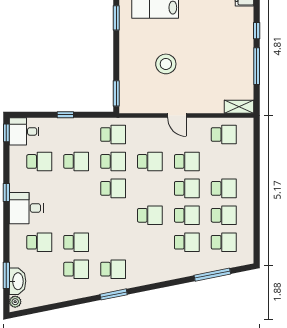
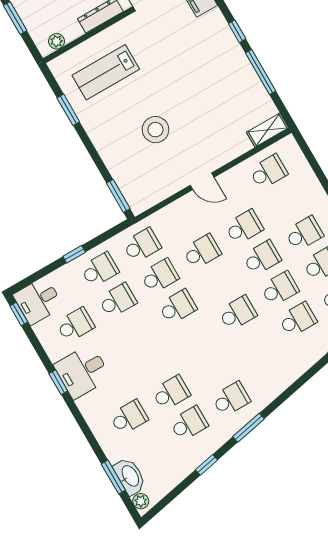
school desk: (76, 135) -> (100, 270), added
desk: (26, 208) -> (82, 371), moved
window: (72, 303) -> (206, 465), added

